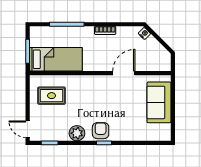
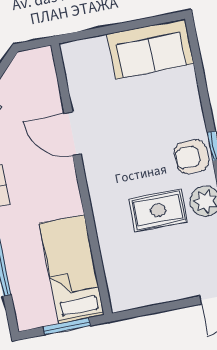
rug: (52, 96) -> (158, 210), moved, turned 90
sofa: (159, 102) -> (150, 49), moved

